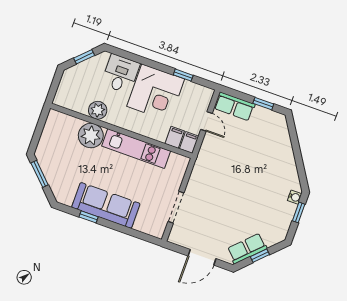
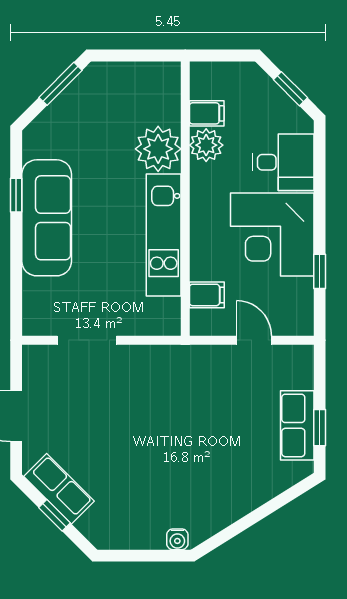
row of seats: (234, 106) -> (297, 425), moved
door: (206, 121) -> (254, 340), swing flipped
filing cabinet: (189, 143) -> (207, 113), moved
window: (299, 212) -> (153, 556), removed

